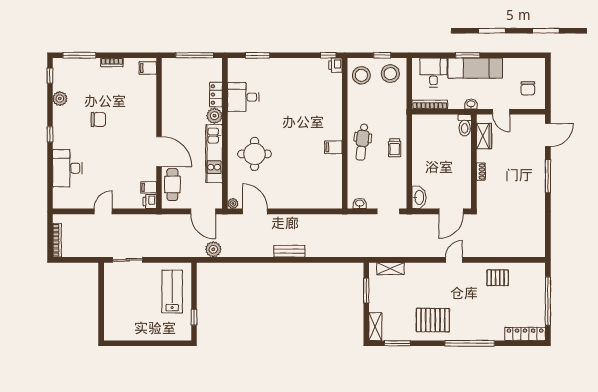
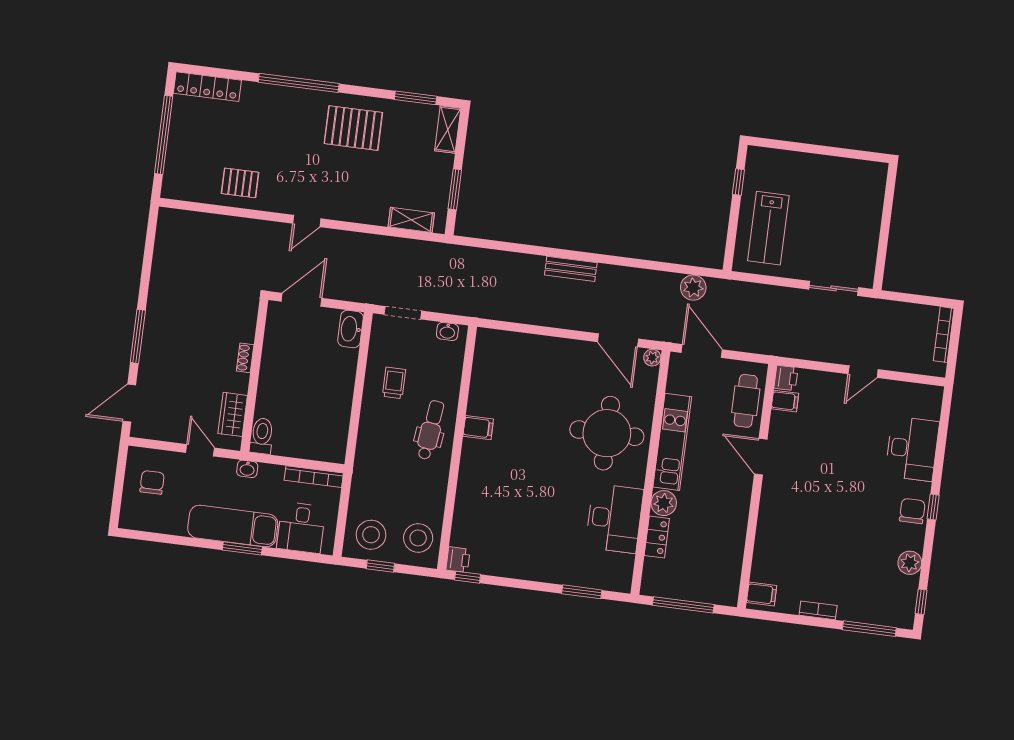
desk: (243, 97) -> (614, 518), width x1.37
chair: (98, 119) -> (912, 511), moved, turned 90
trolley: (395, 148) -> (394, 383), moved
door: (159, 152) -> (761, 457), width x0.73
round table: (255, 154) -> (607, 433), width x1.36, depth x1.36

